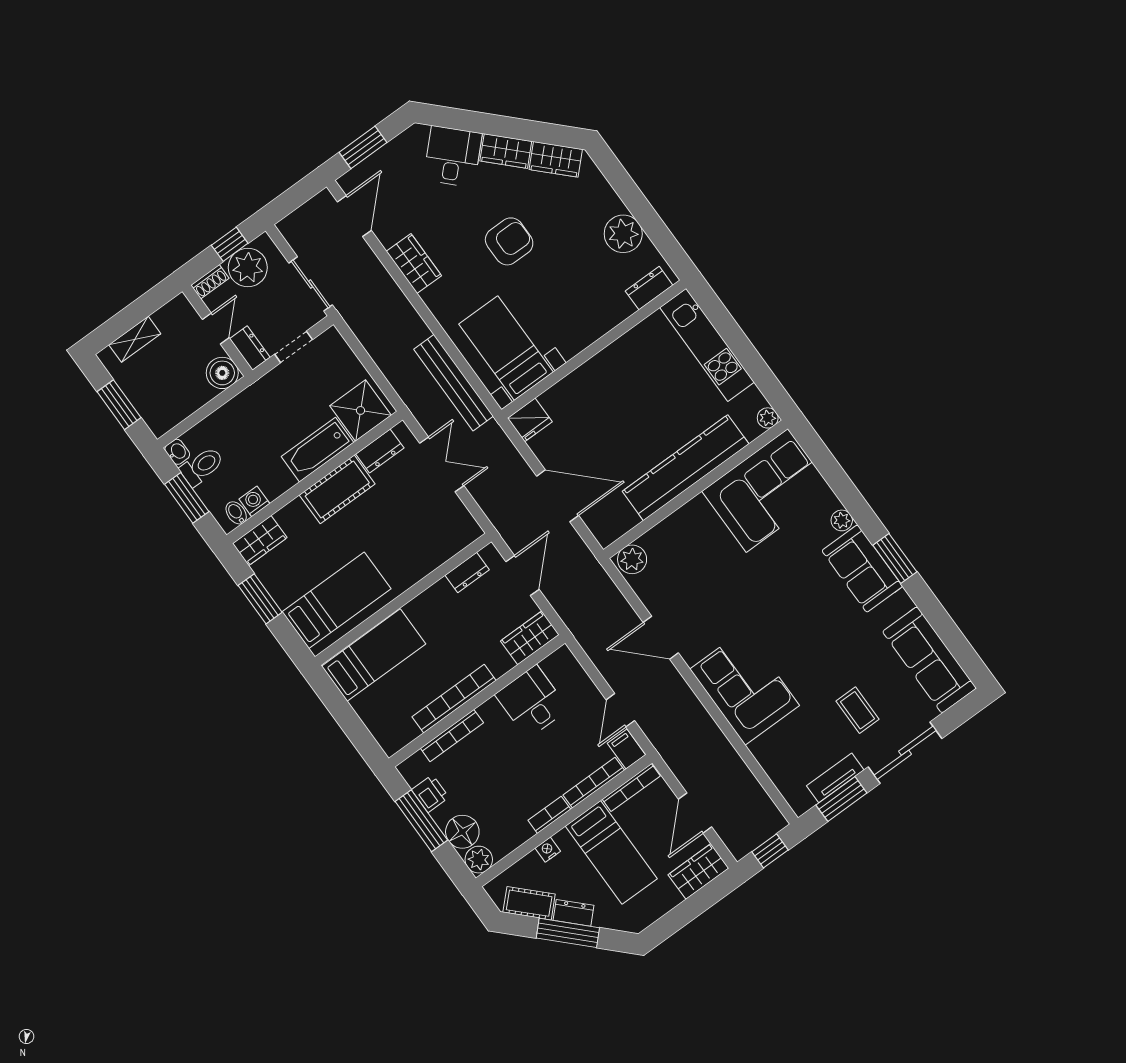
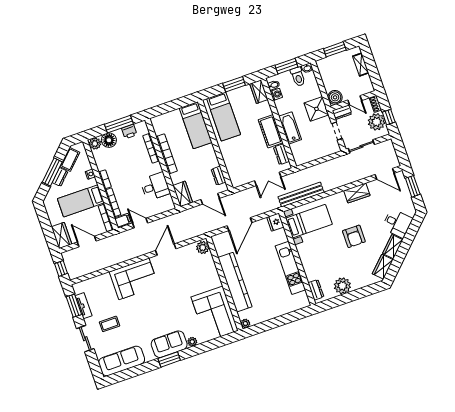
kitchen unit: (707, 345) -> (290, 268), moved, turned -90
shower: (360, 410) -> (316, 109), moved
sliding door: (905, 753) -> (85, 339), width x0.73

